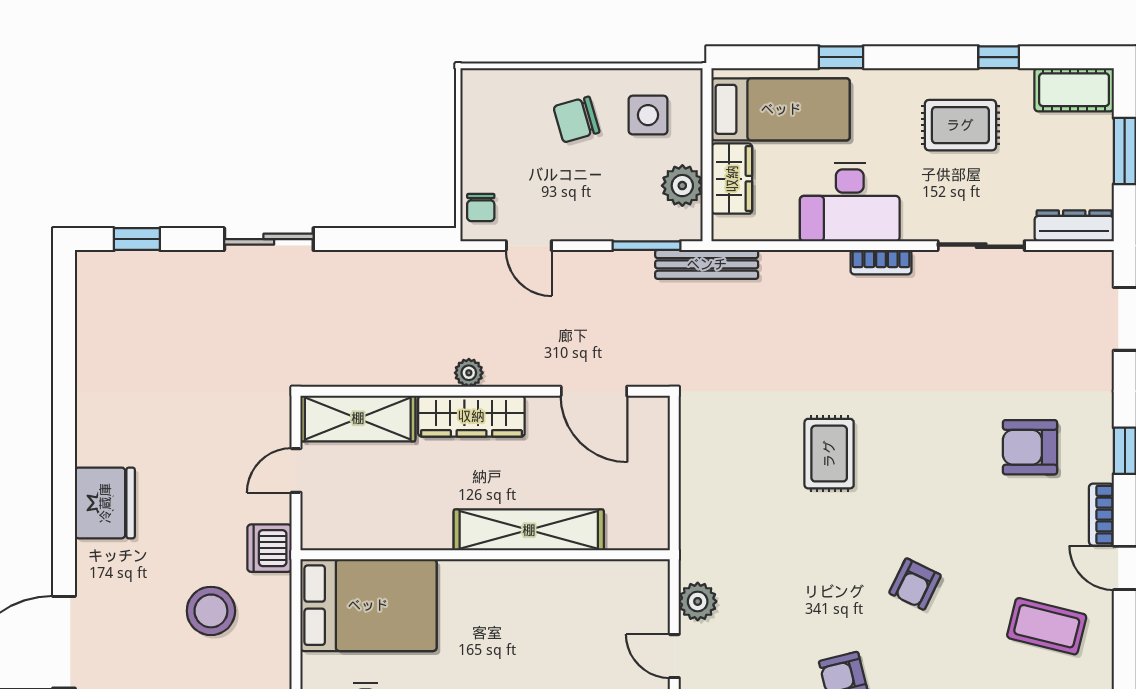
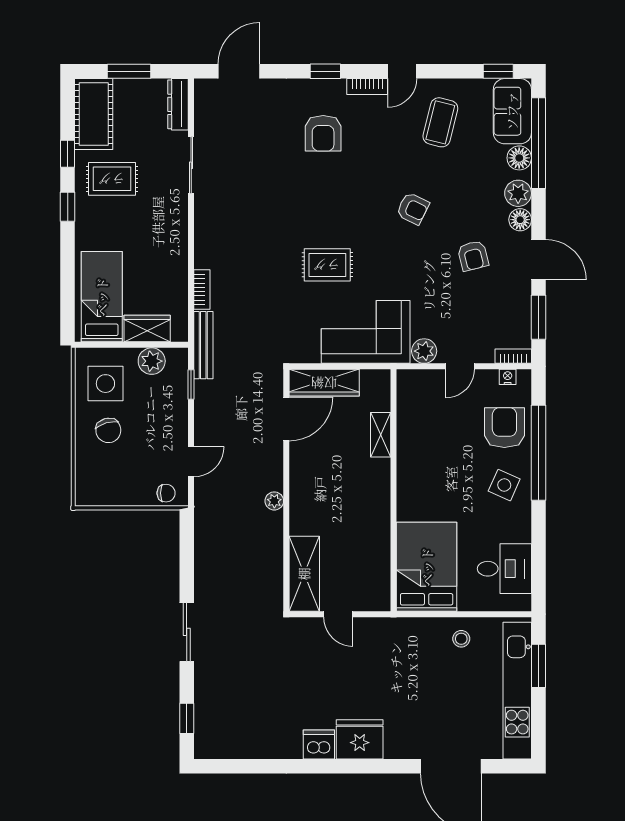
window: (841, 57) -> (68, 207), moved
cot: (1074, 90) -> (94, 114), width x1.37, depth x1.34
side table: (648, 115) -> (105, 384), width x1.37, depth x1.37
rug: (960, 125) -> (112, 179), turned 90
desk: (850, 202) -> (163, 251), removed
window: (647, 246) -> (191, 385), width x0.67
bookcase: (881, 262) -> (202, 290), moved
wardrobe: (471, 416) -> (324, 383), moved, turned 90
corner sofa: (727, 512) -> (366, 332), added
shelving: (529, 530) -> (381, 435), width x0.45, depth x0.75
dishwasher: (269, 548) -> (319, 745), moved, turned 180
stool: (211, 611) -> (461, 639), moved, width x0.53, depth x0.53

